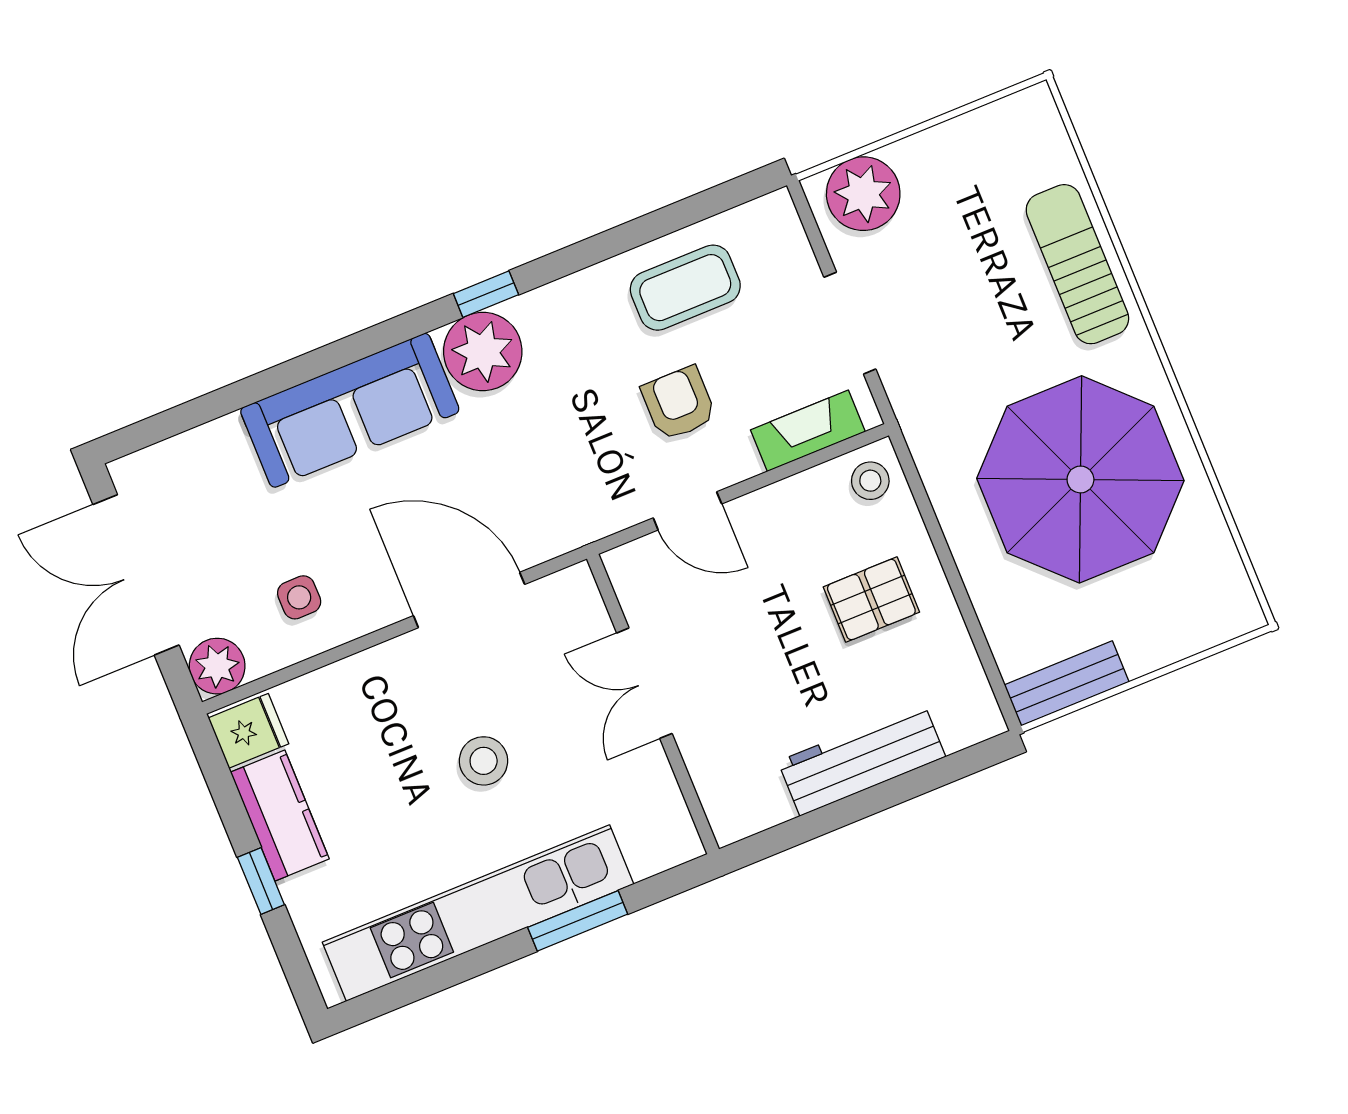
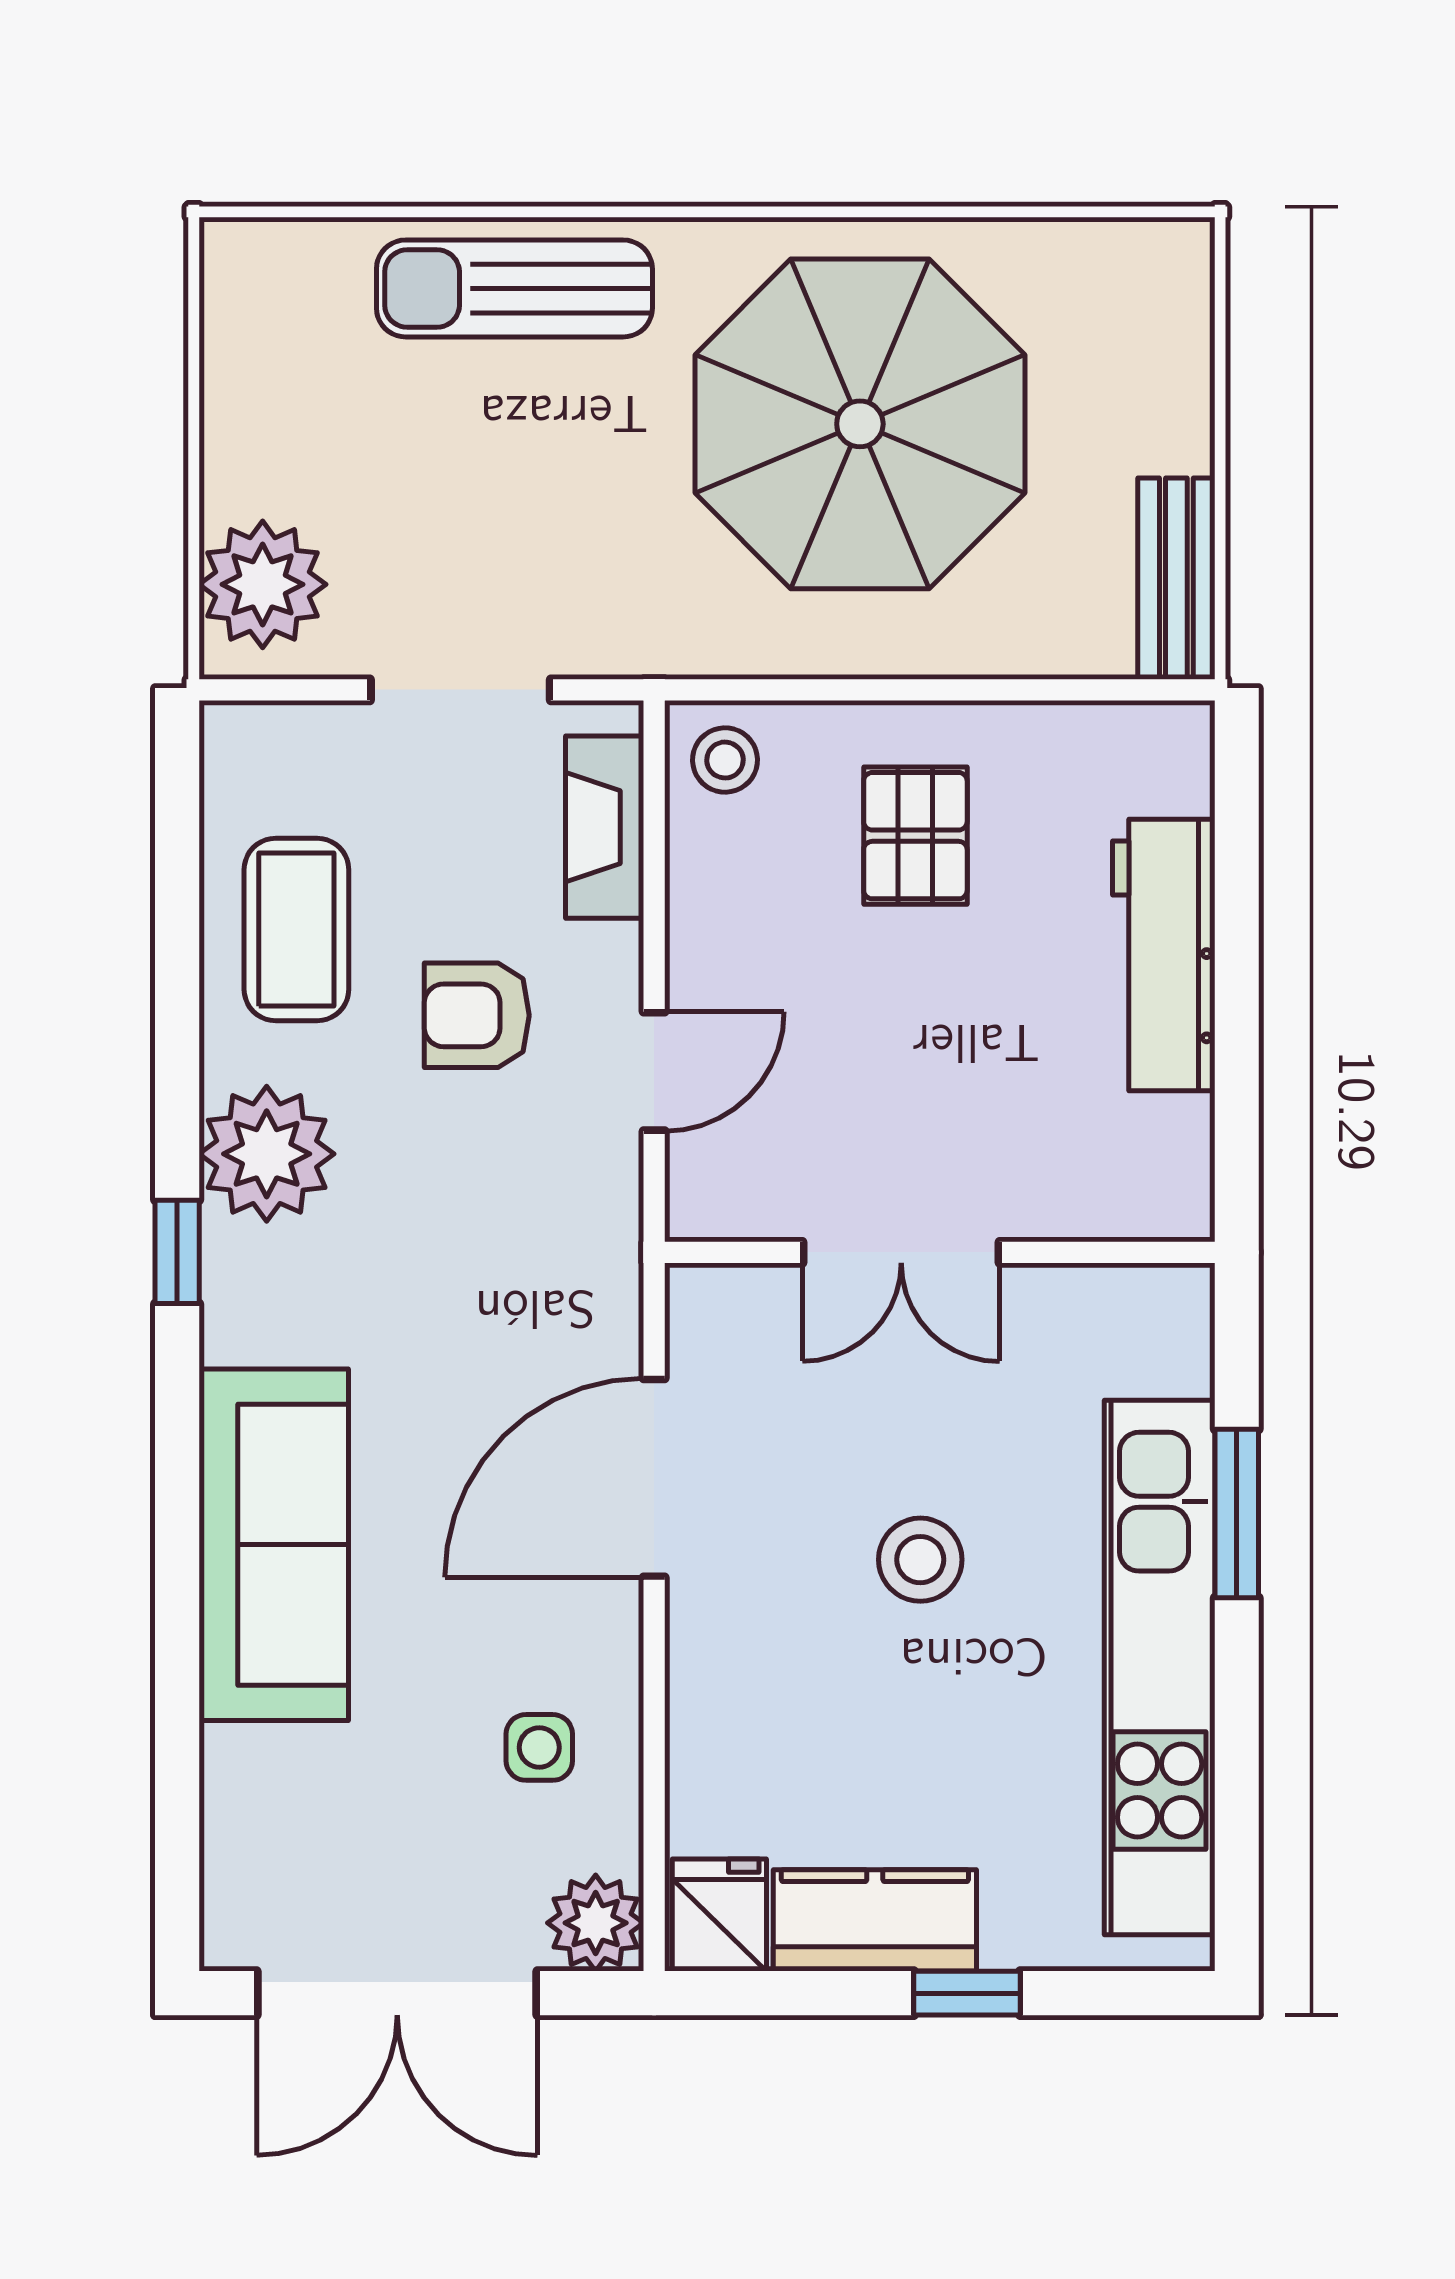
plant: (483, 352) -> (267, 1154), moved

